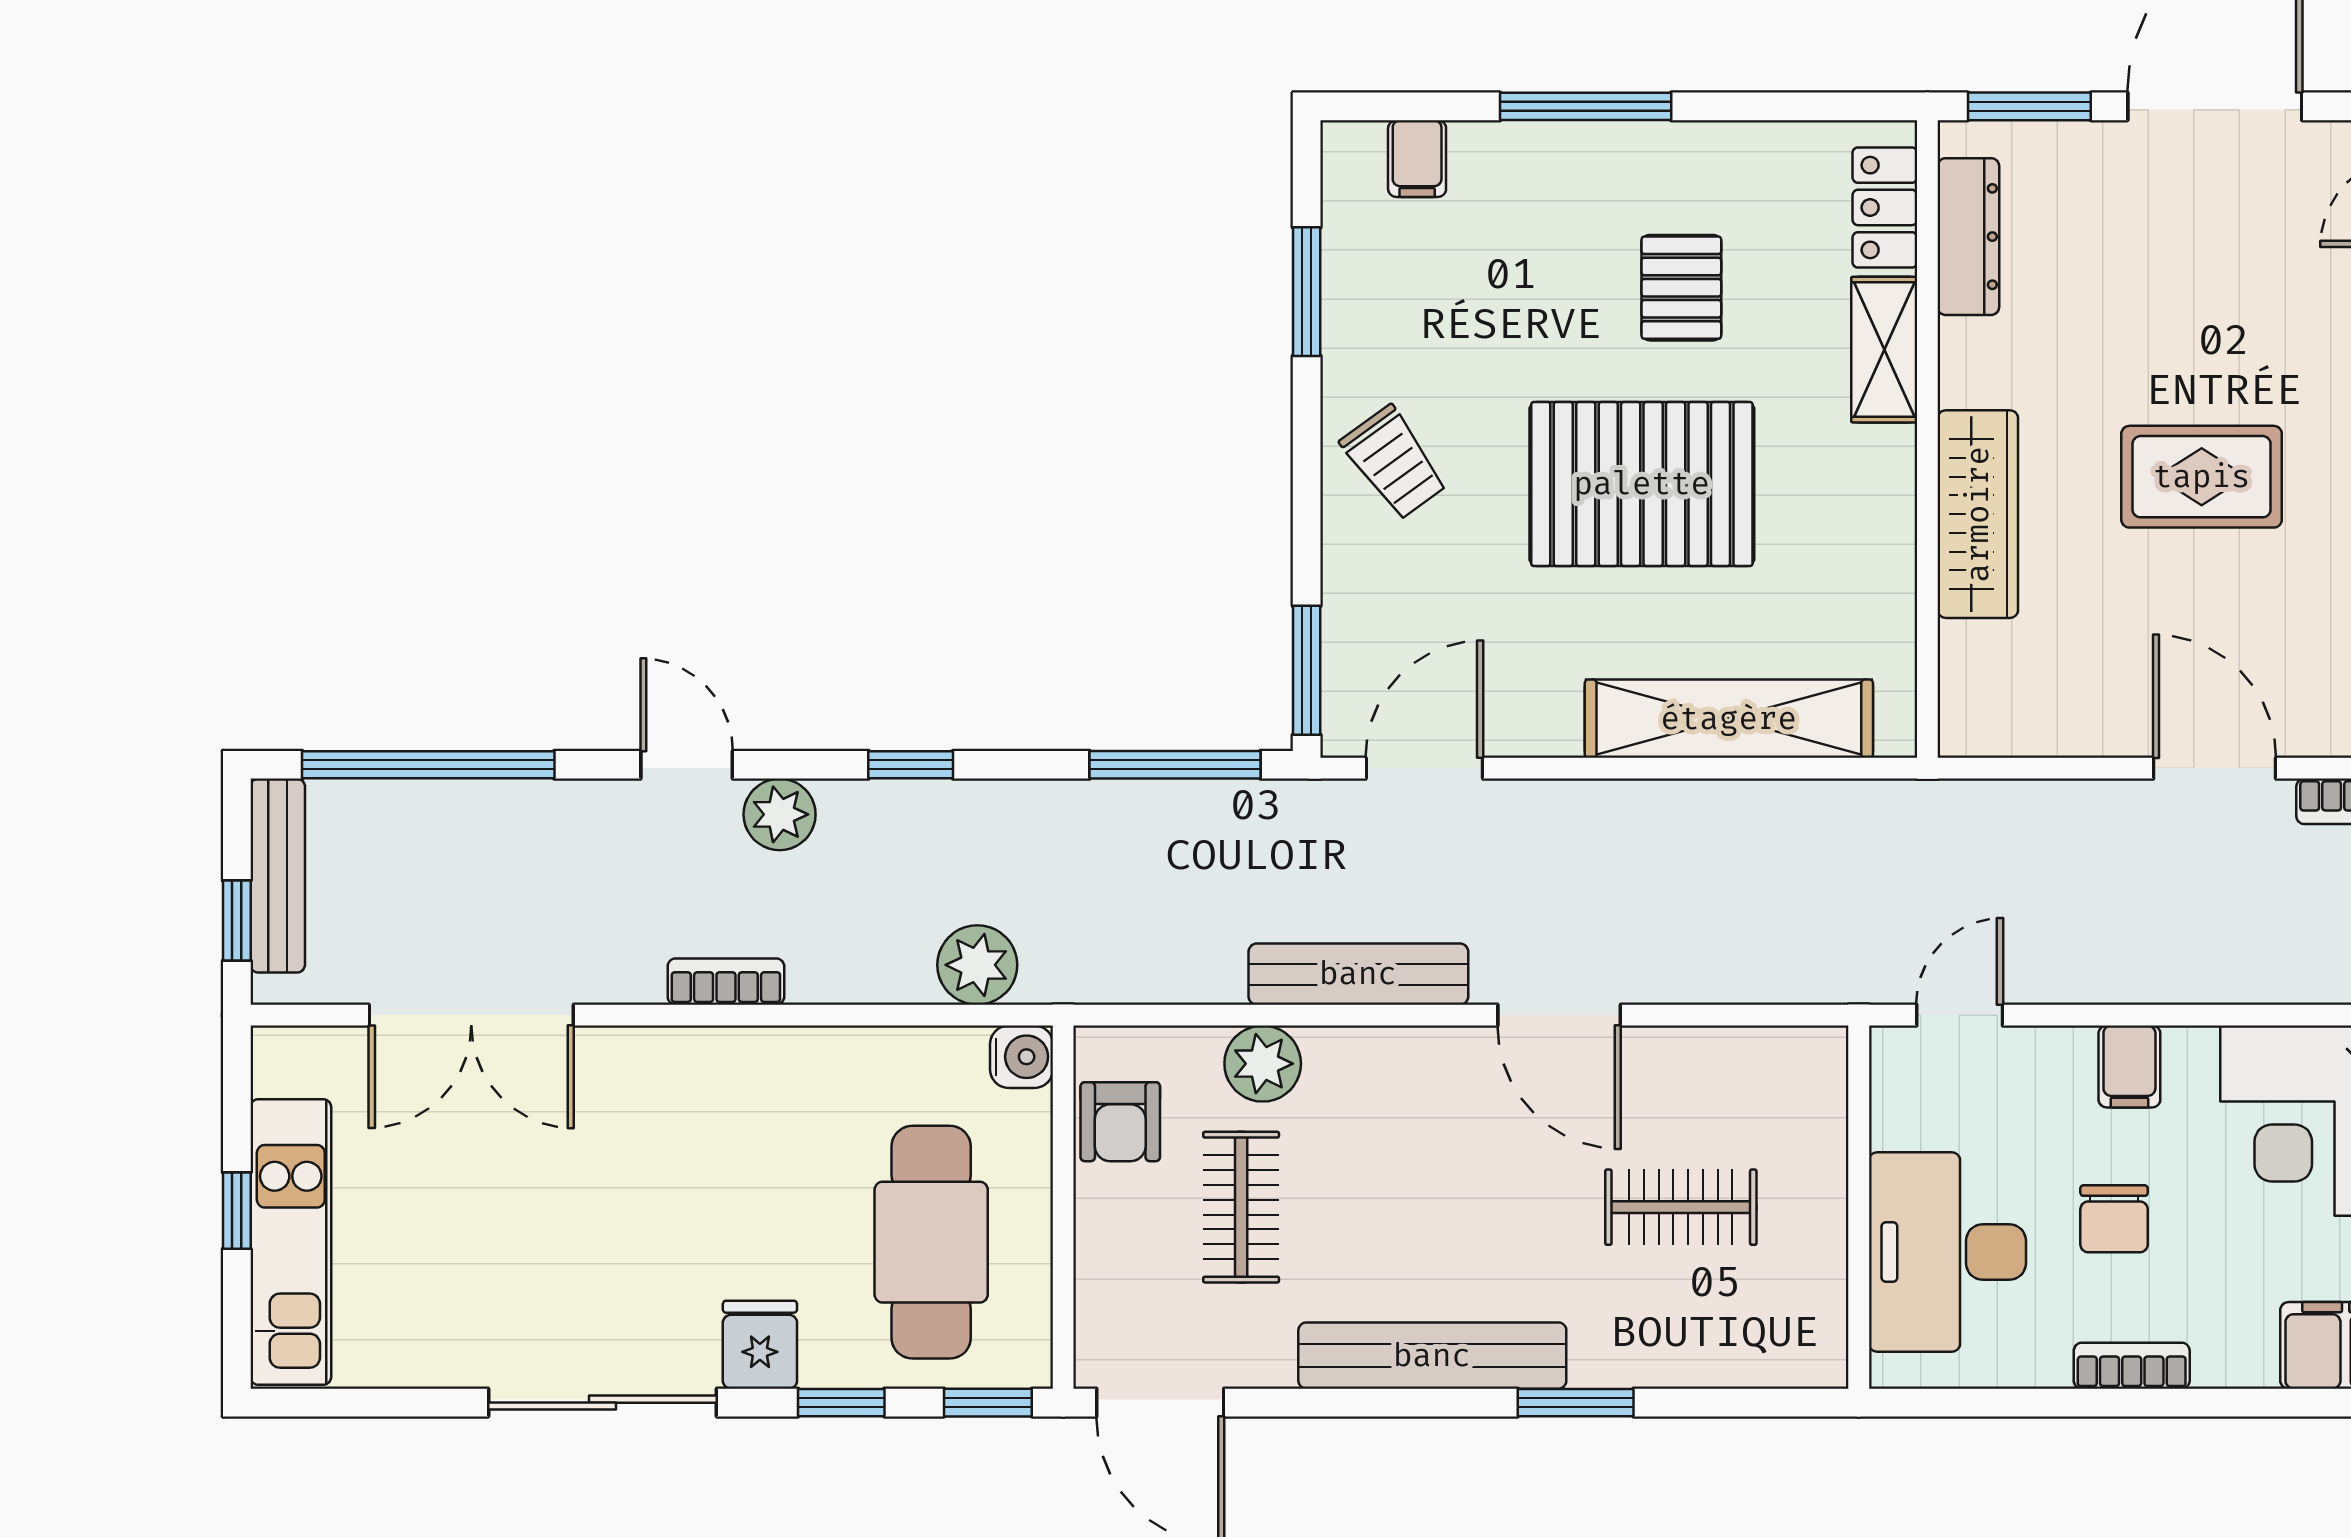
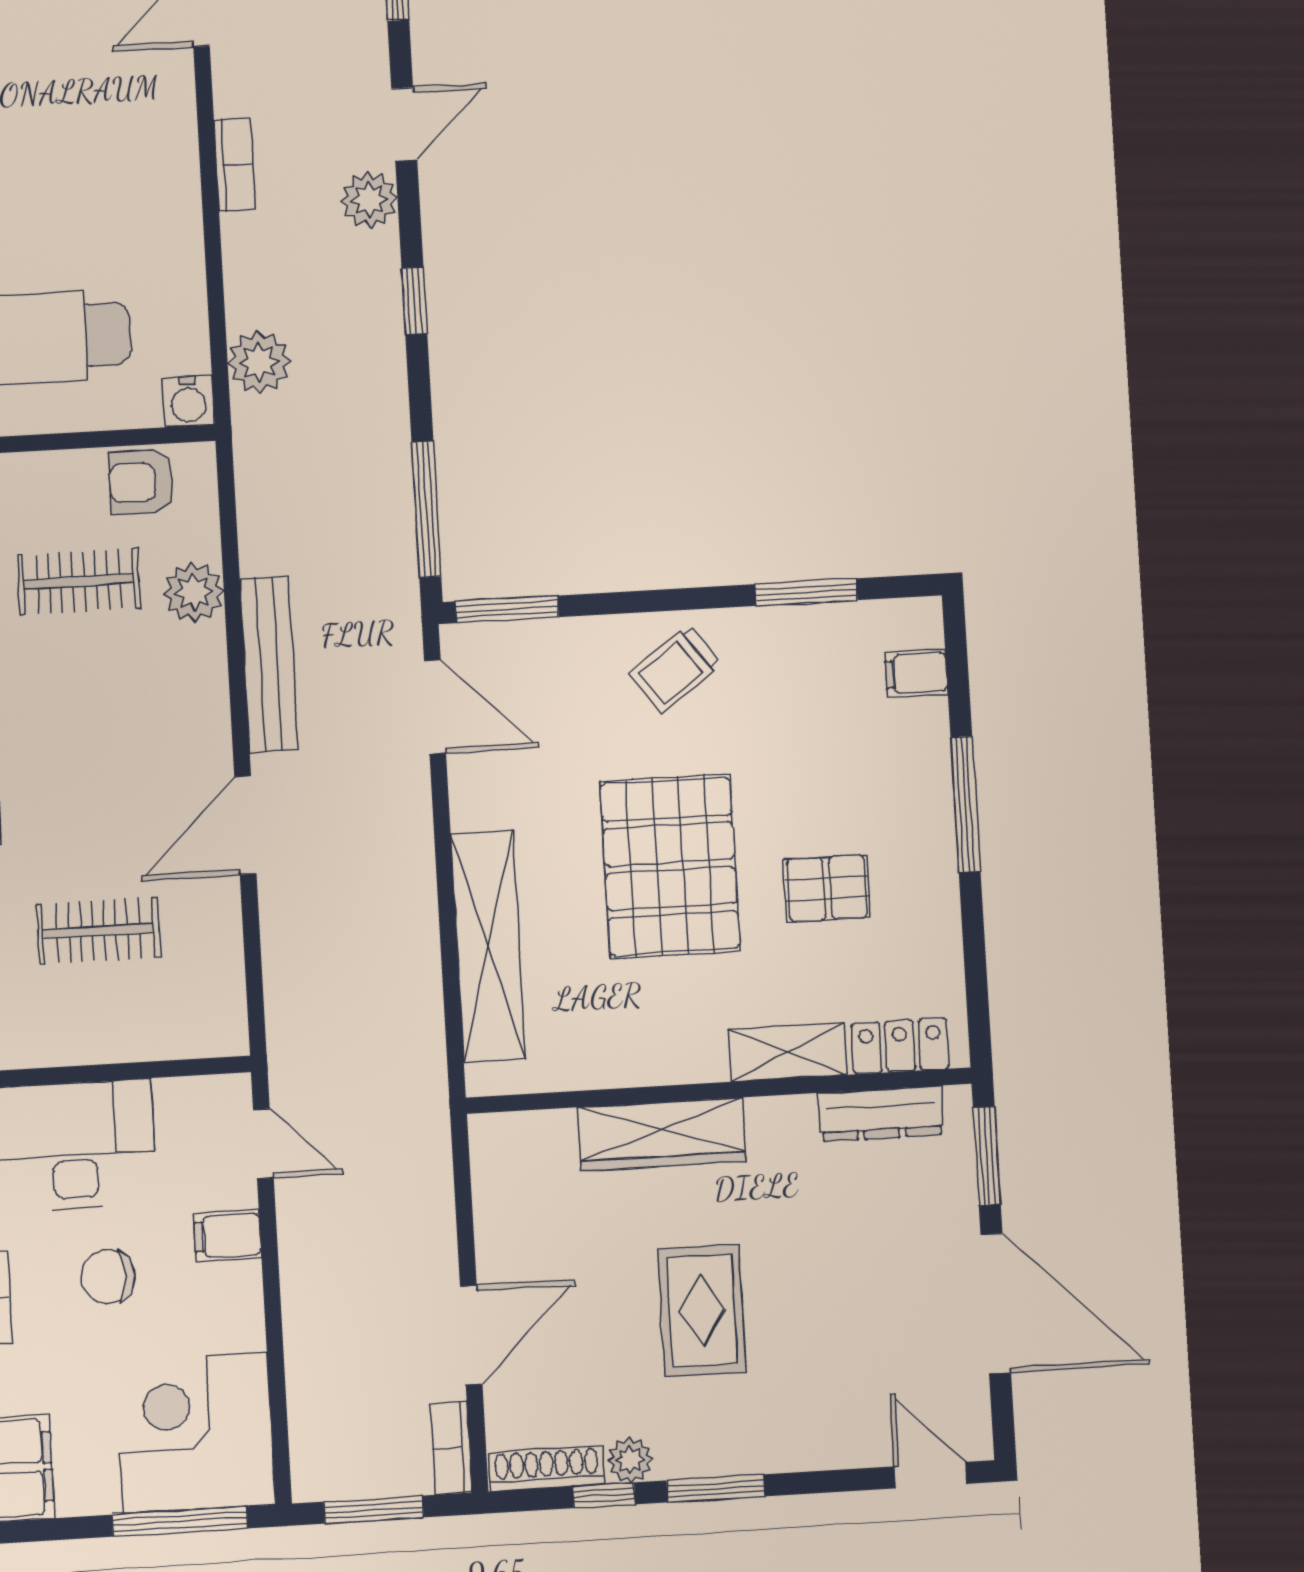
filing cabinet: (2129, 1066) -> (228, 1236), moved
clothes rail: (1681, 1207) -> (98, 931), turned 90

